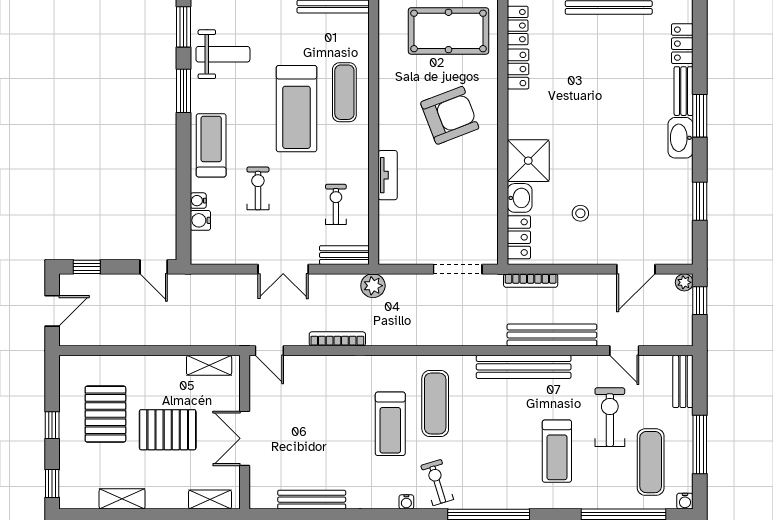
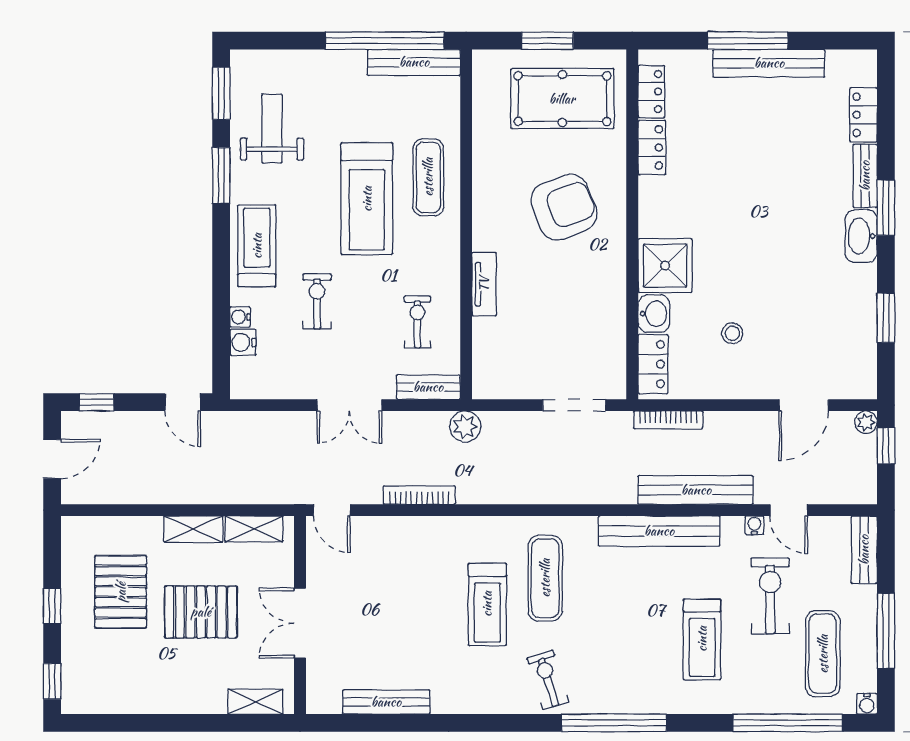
weight bench: (223, 54) -> (272, 128), turned -90
shelving: (122, 499) -> (193, 529), moved
water cooler: (406, 502) -> (755, 525), moved, turned 180

